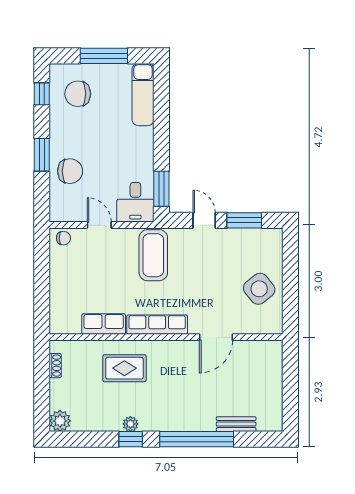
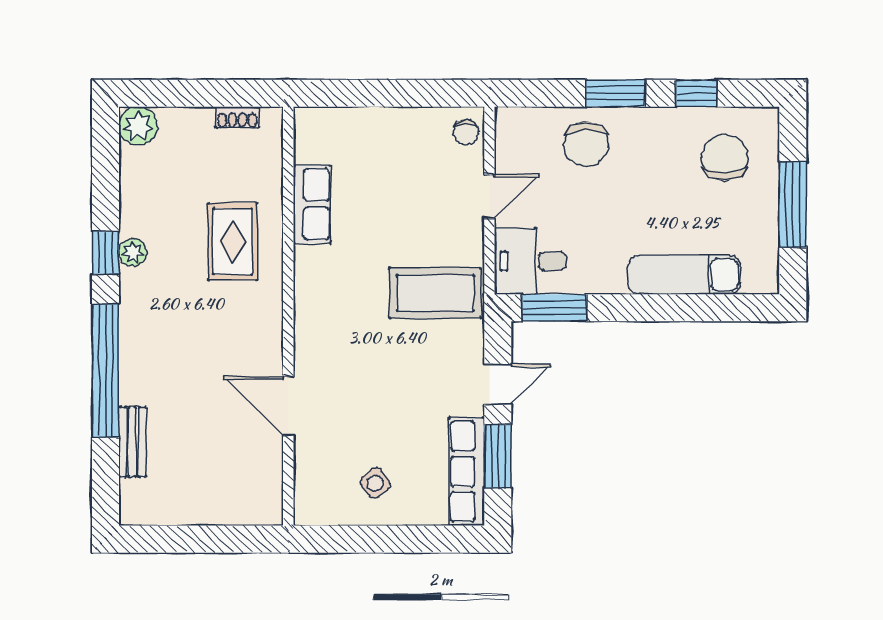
window: (42, 94) -> (696, 93), moved
exam couch: (143, 95) -> (684, 275), moved
side table: (259, 289) -> (375, 483), width x0.54, depth x0.54
row of seats: (157, 325) -> (467, 471), moved, turned 180

